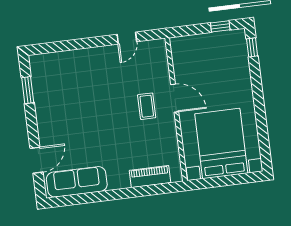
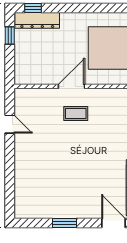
dresser: (240, 53) -> (37, 20), added
window: (28, 90) -> (64, 223), moved

